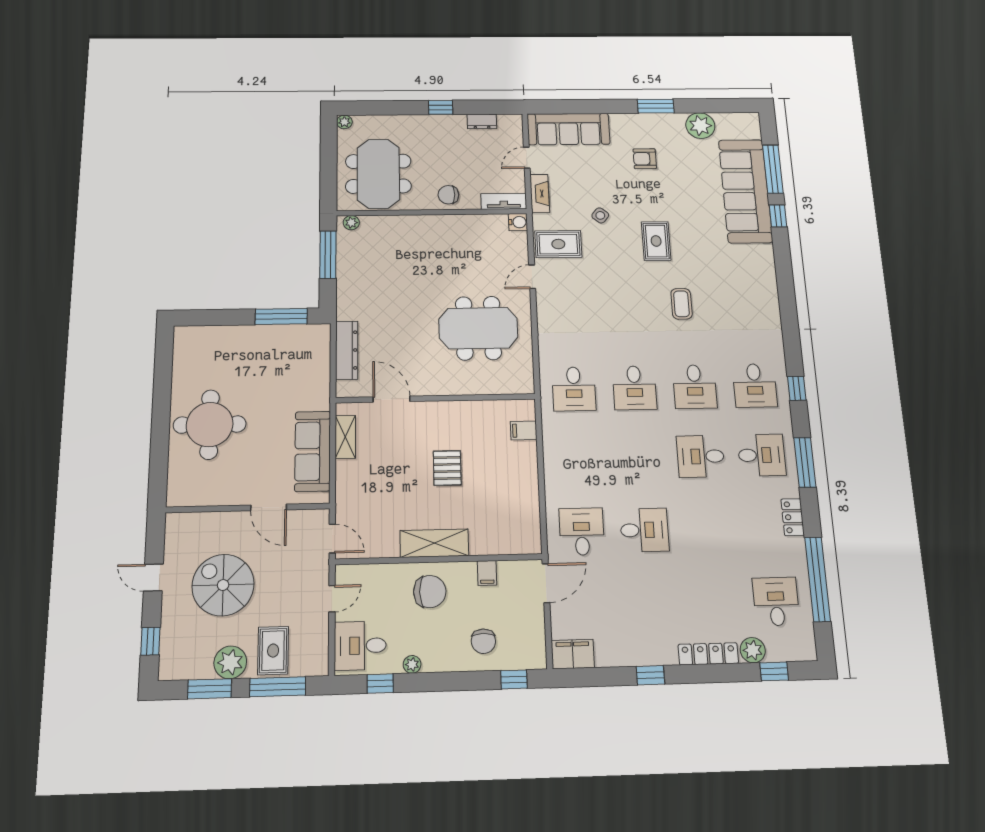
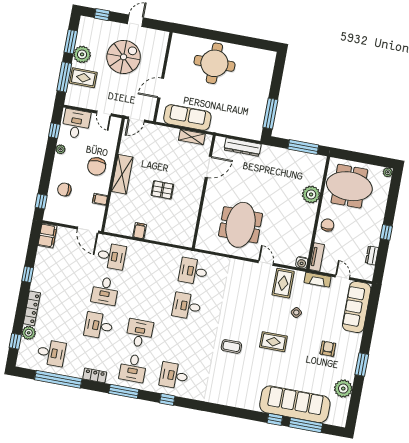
plant: (351, 223) -> (311, 194), moved, width x1.88, depth x1.88
desk: (695, 387) -> (99, 326), moved
filing cabinet: (524, 430) -> (140, 231), moved

